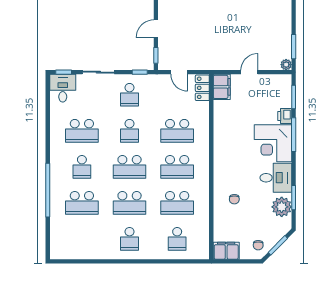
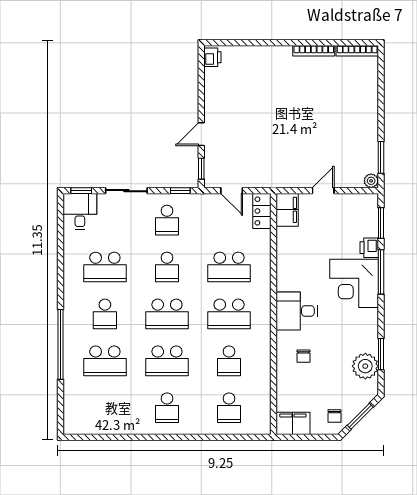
desk: (276, 178) -> (297, 311), moved, turned 180
school desk: (177, 203) -> (229, 361), width x0.54

